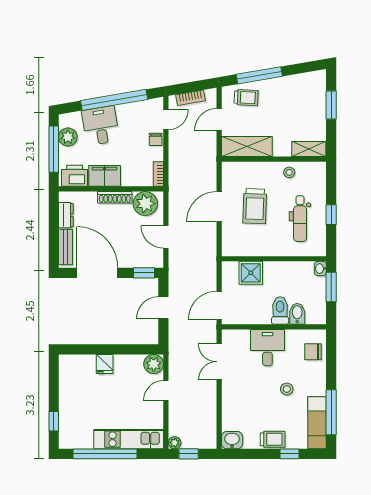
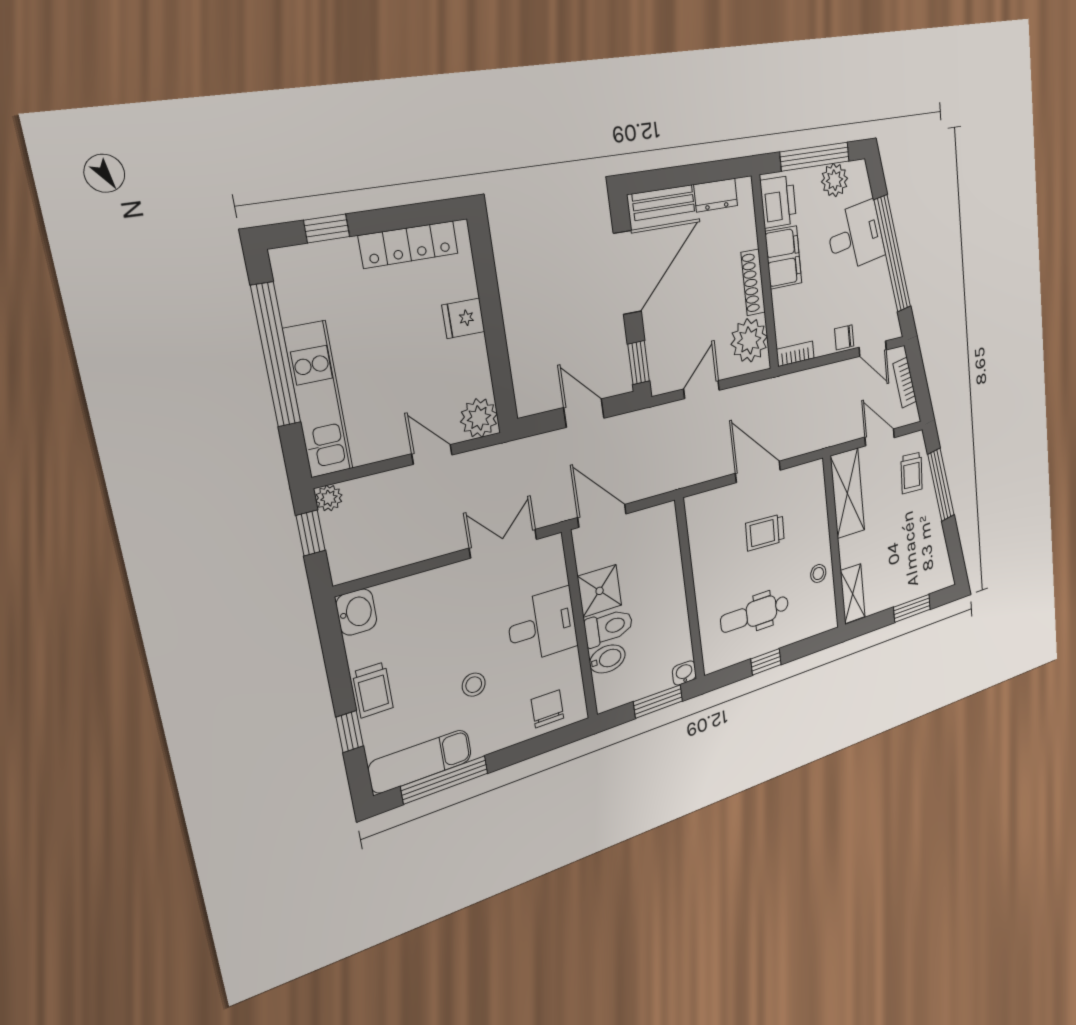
trolley: (255, 206) -> (765, 532), width x0.73, depth x0.72
shower: (251, 273) -> (600, 591), moved
locker: (66, 385) -> (409, 245), added

